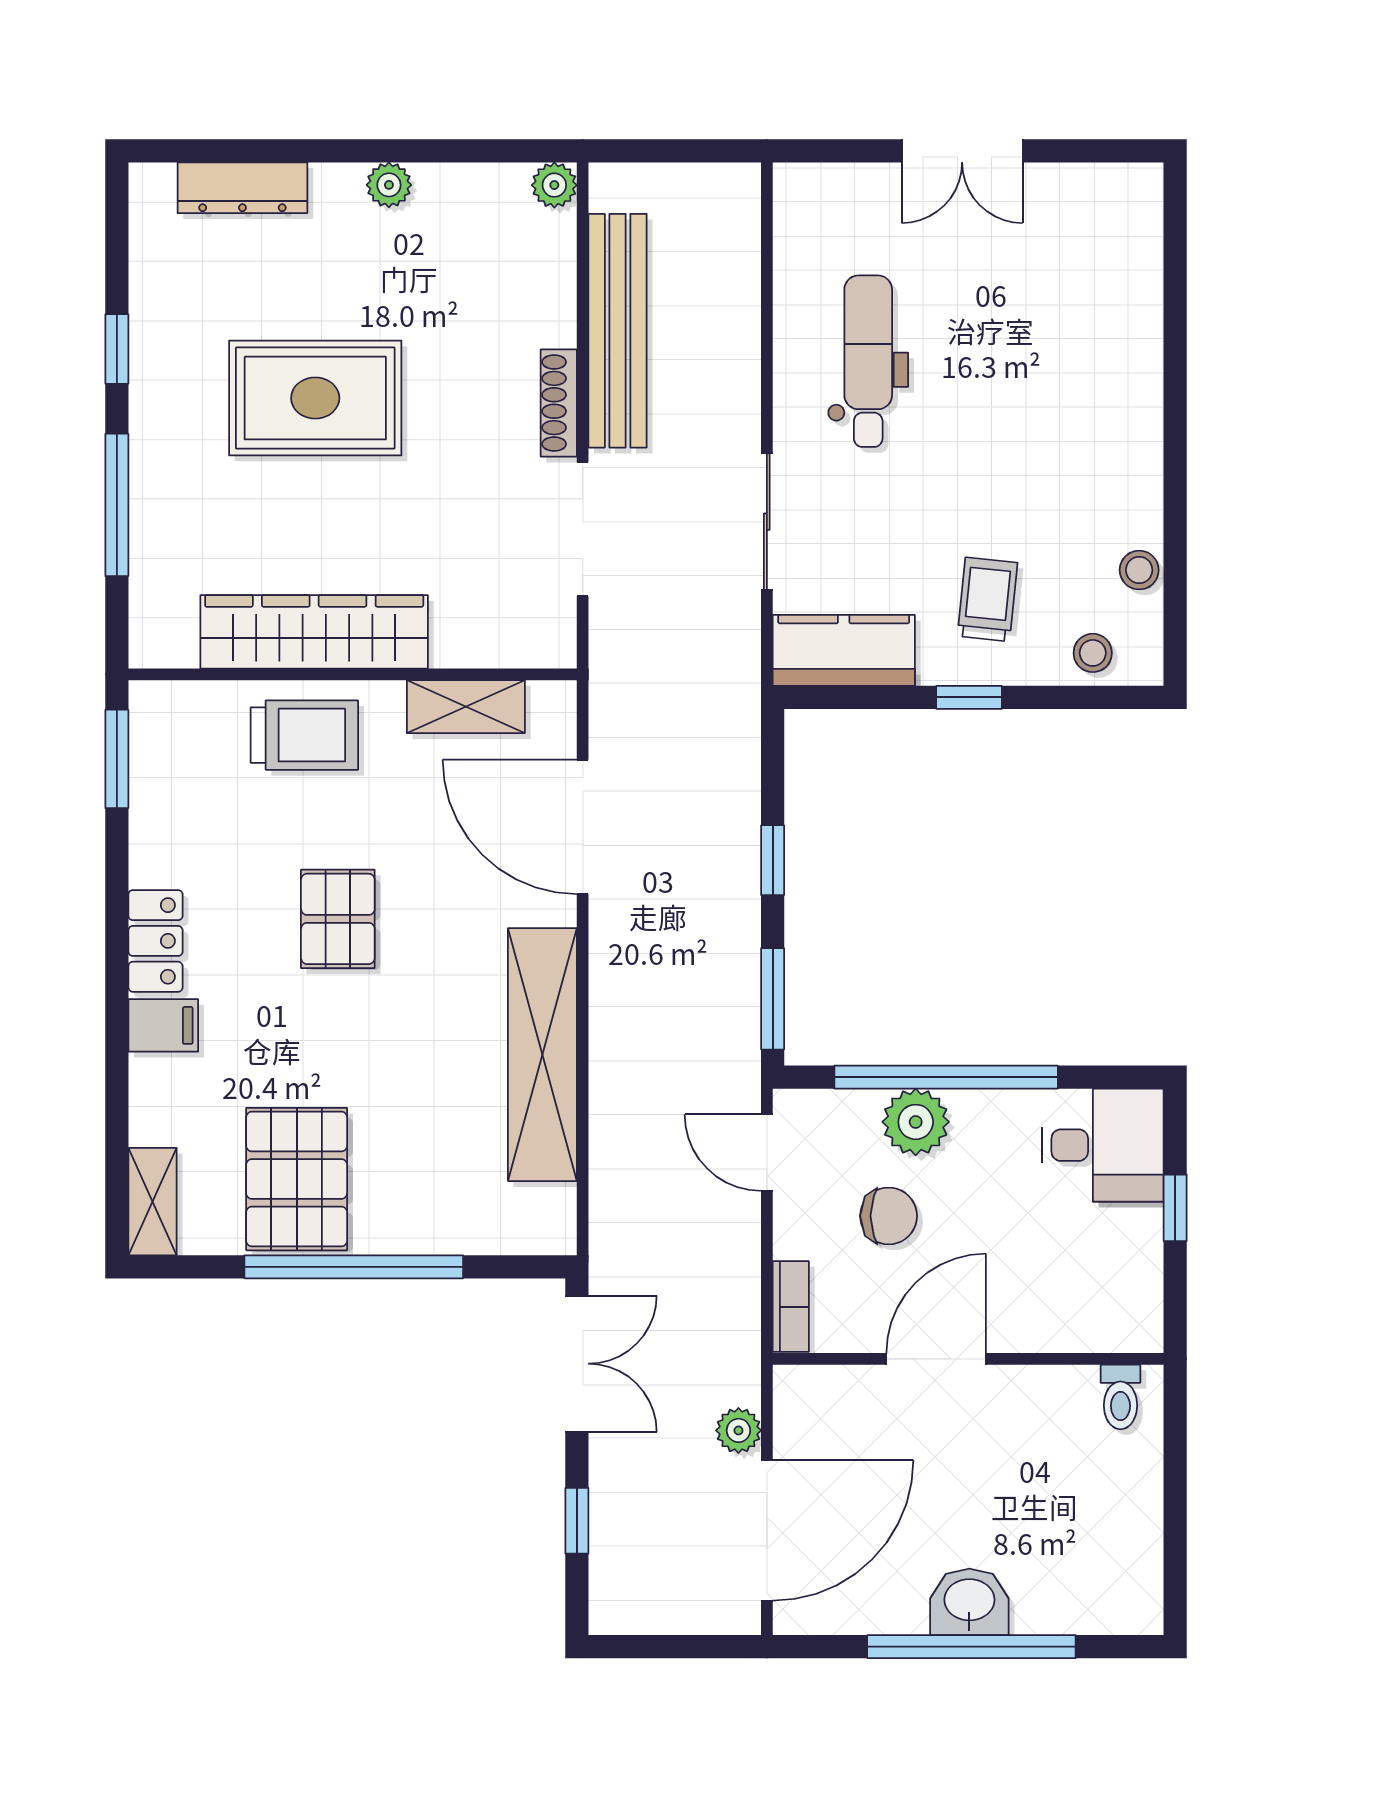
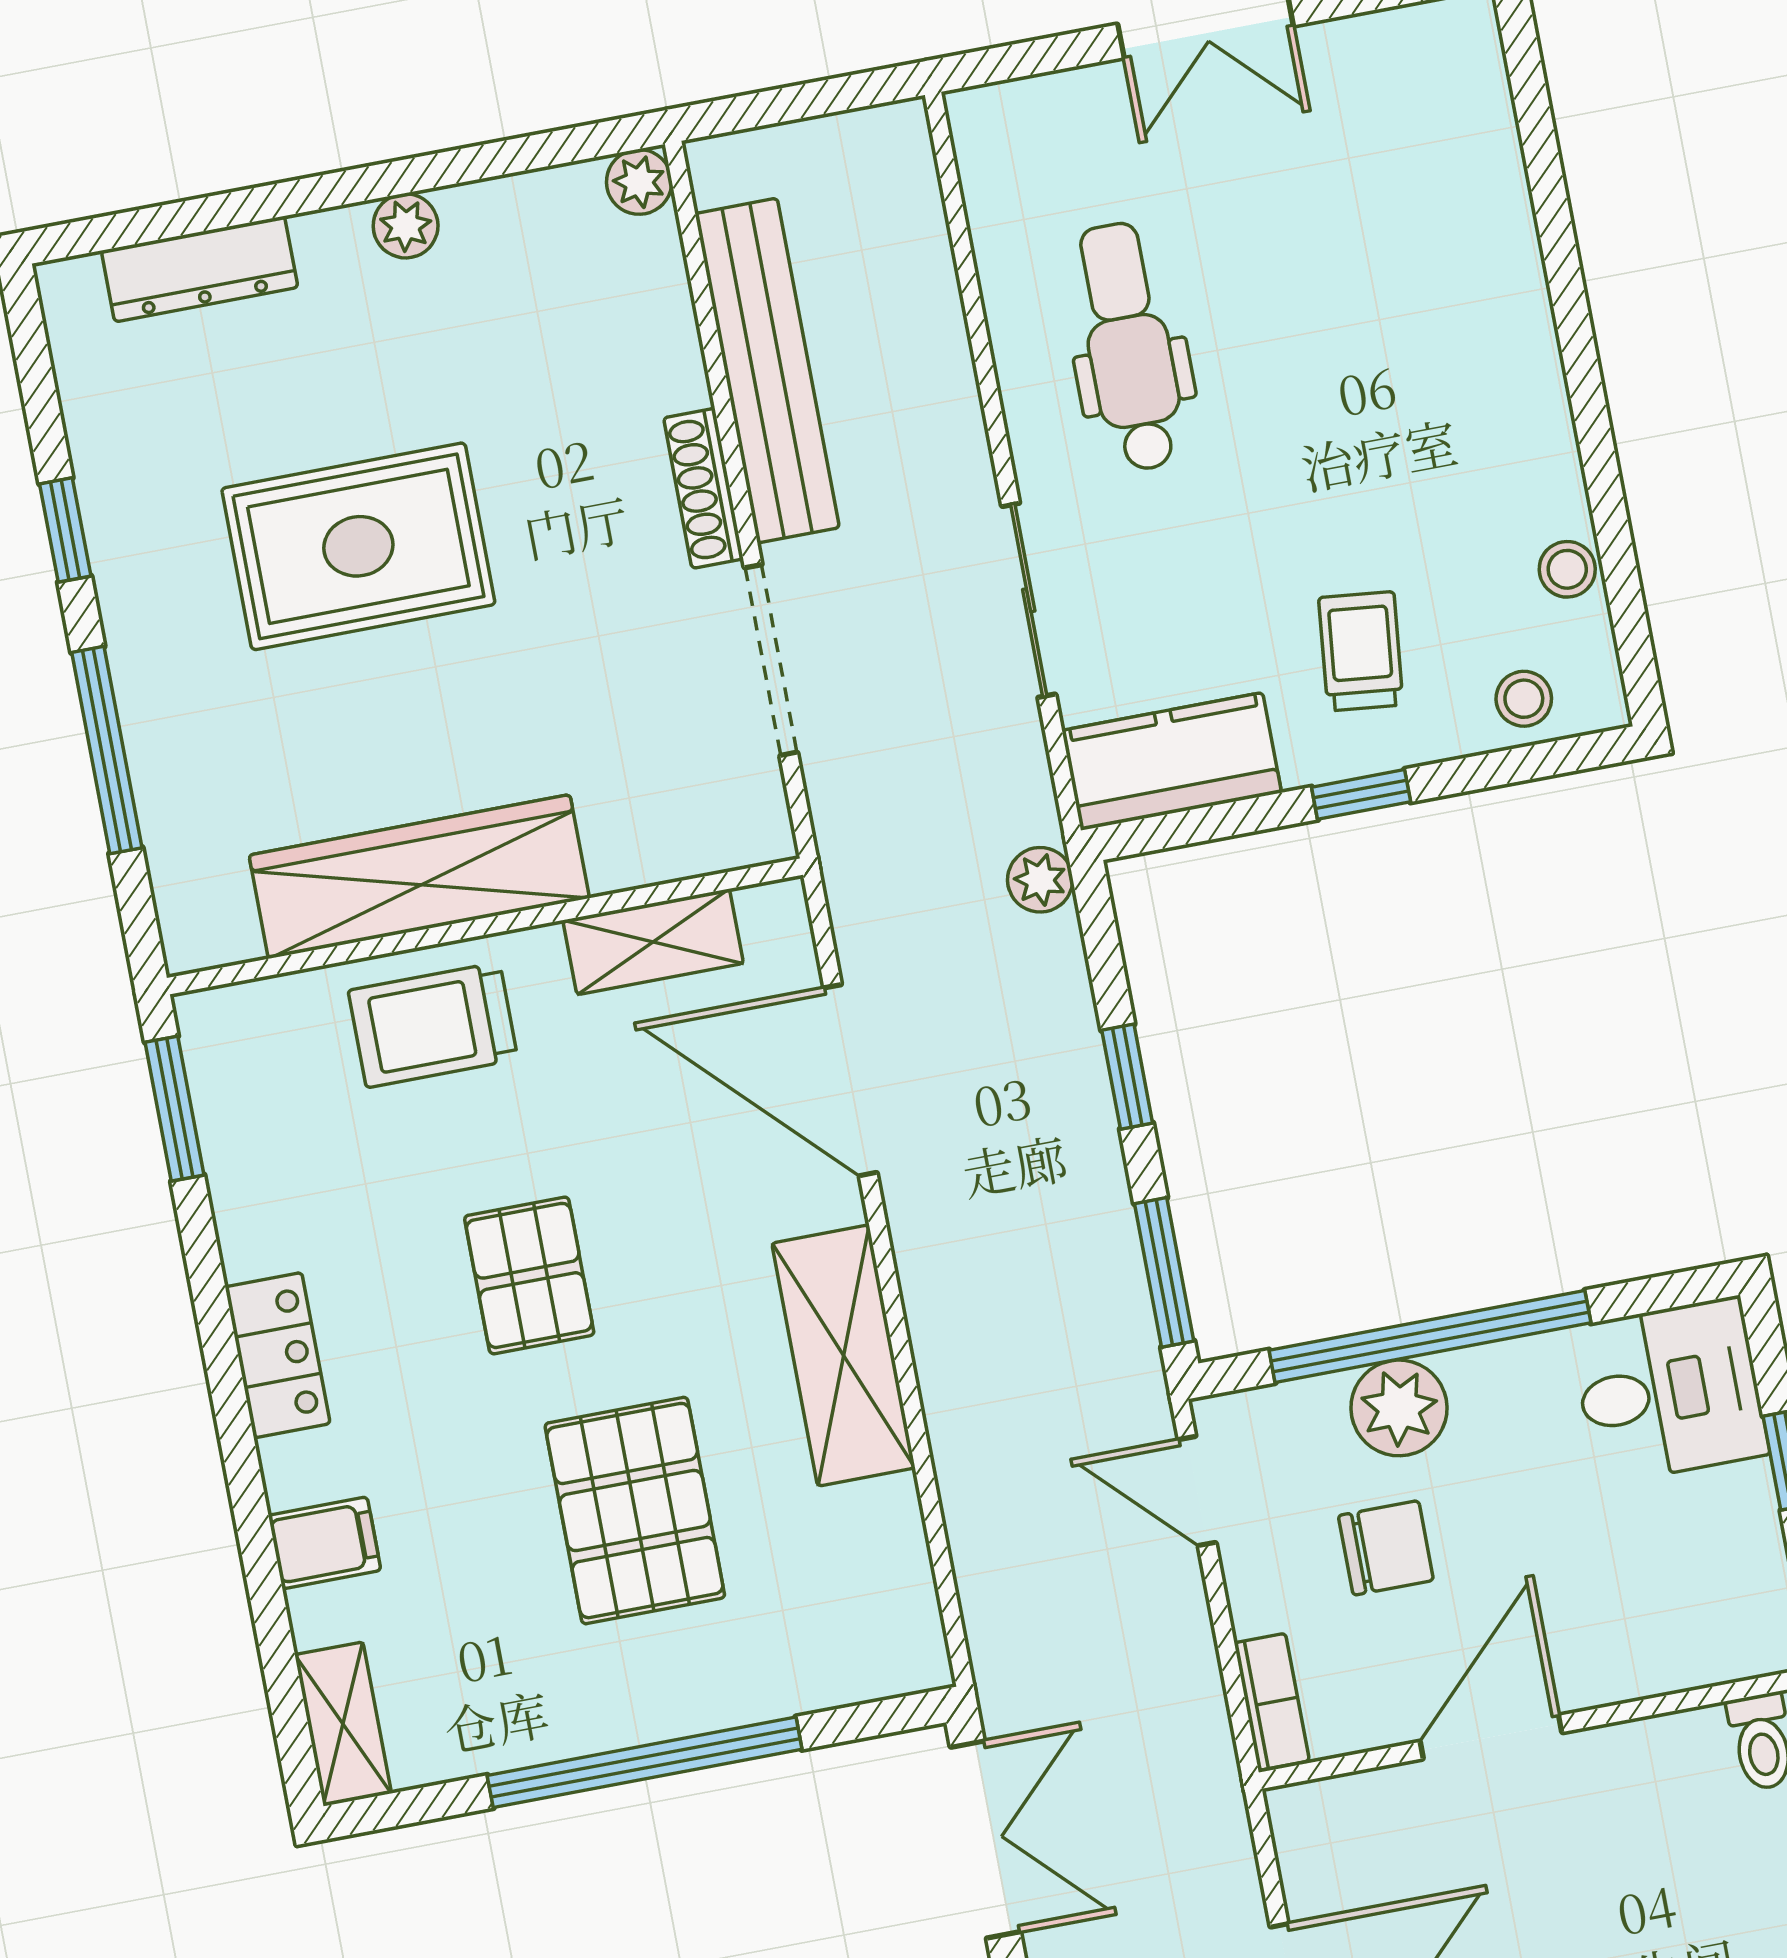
trolley: (304, 735) -> (433, 1025), turned 180
filing cabinet: (163, 1025) -> (325, 1543), moved
shelving: (542, 1055) -> (844, 1356), width x0.68
pallet: (297, 1179) -> (635, 1511), moved
plant: (738, 1430) -> (1040, 880), moved

